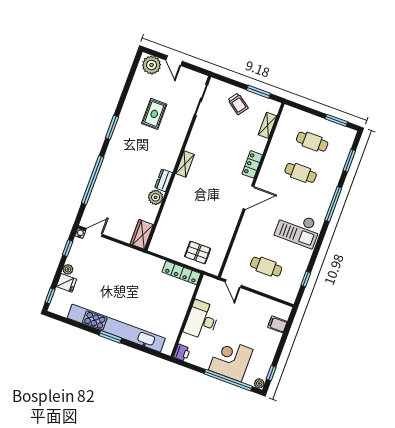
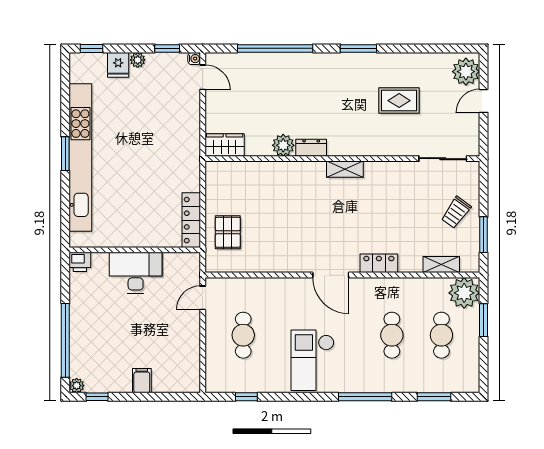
plant: (291, 117) -> (464, 293), added
window: (336, 120) -> (484, 320), moved
filing cabinet: (277, 324) -> (142, 381), moved
corner desk: (231, 360) -> (95, 334), removed

